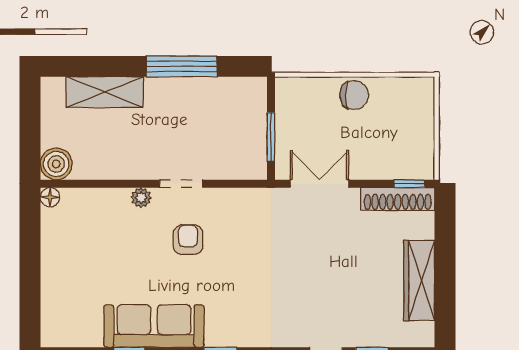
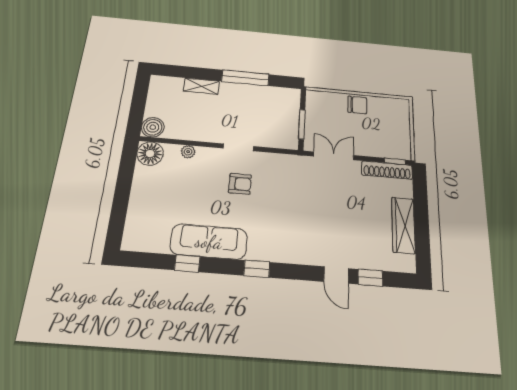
shelving: (105, 92) -> (201, 86), width x0.67, depth x0.75
floor lamp: (50, 197) -> (150, 154), width x1.89, depth x1.89
plant: (141, 198) -> (188, 152), moved
armchair: (188, 240) -> (240, 184), turned 90

